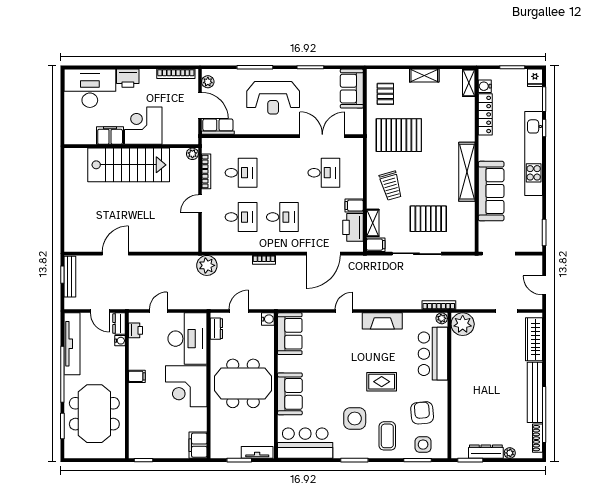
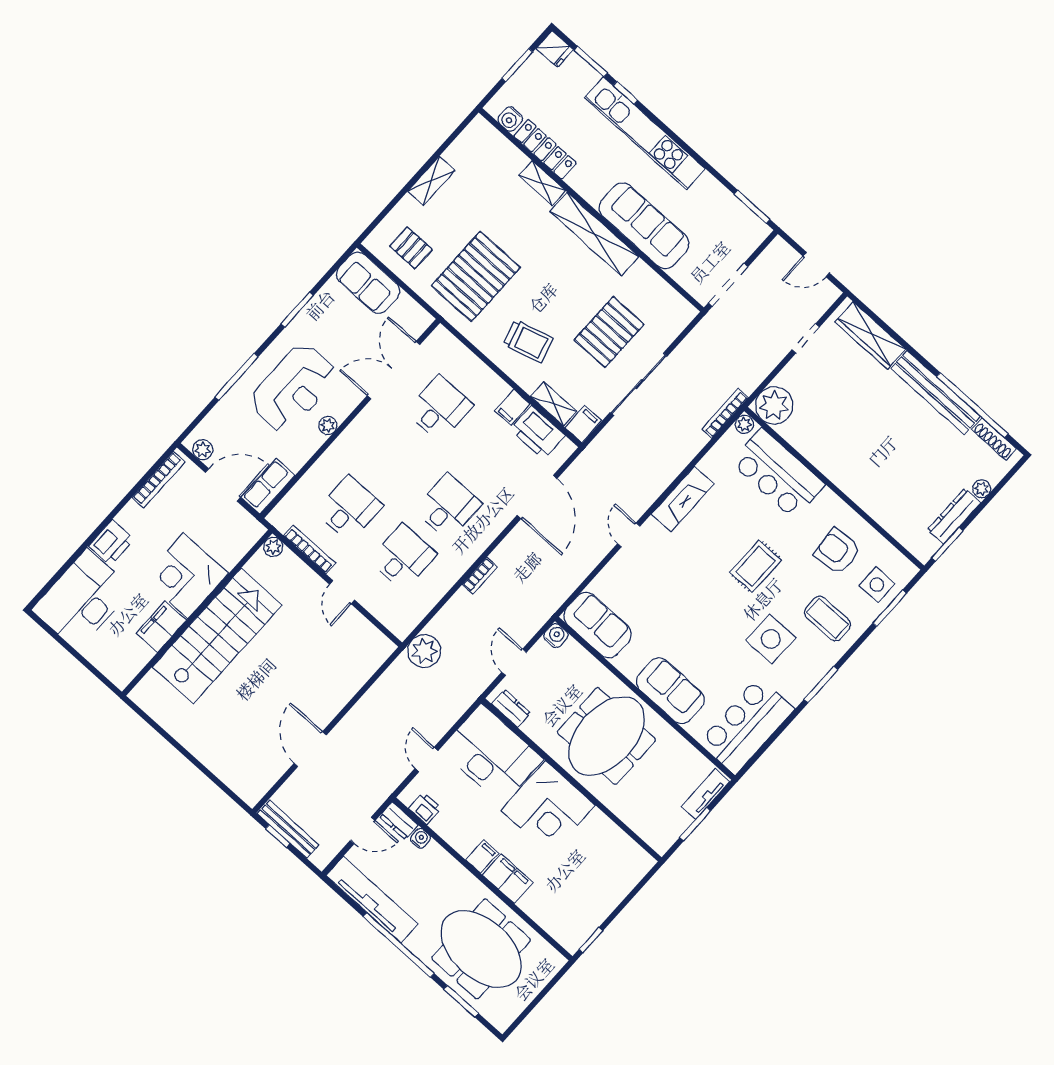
shelving: (469, 83) -> (542, 183), moved
plant: (270, 129) -> (328, 425), added
filing cabinet: (198, 445) -> (508, 879), moved, turned 180

